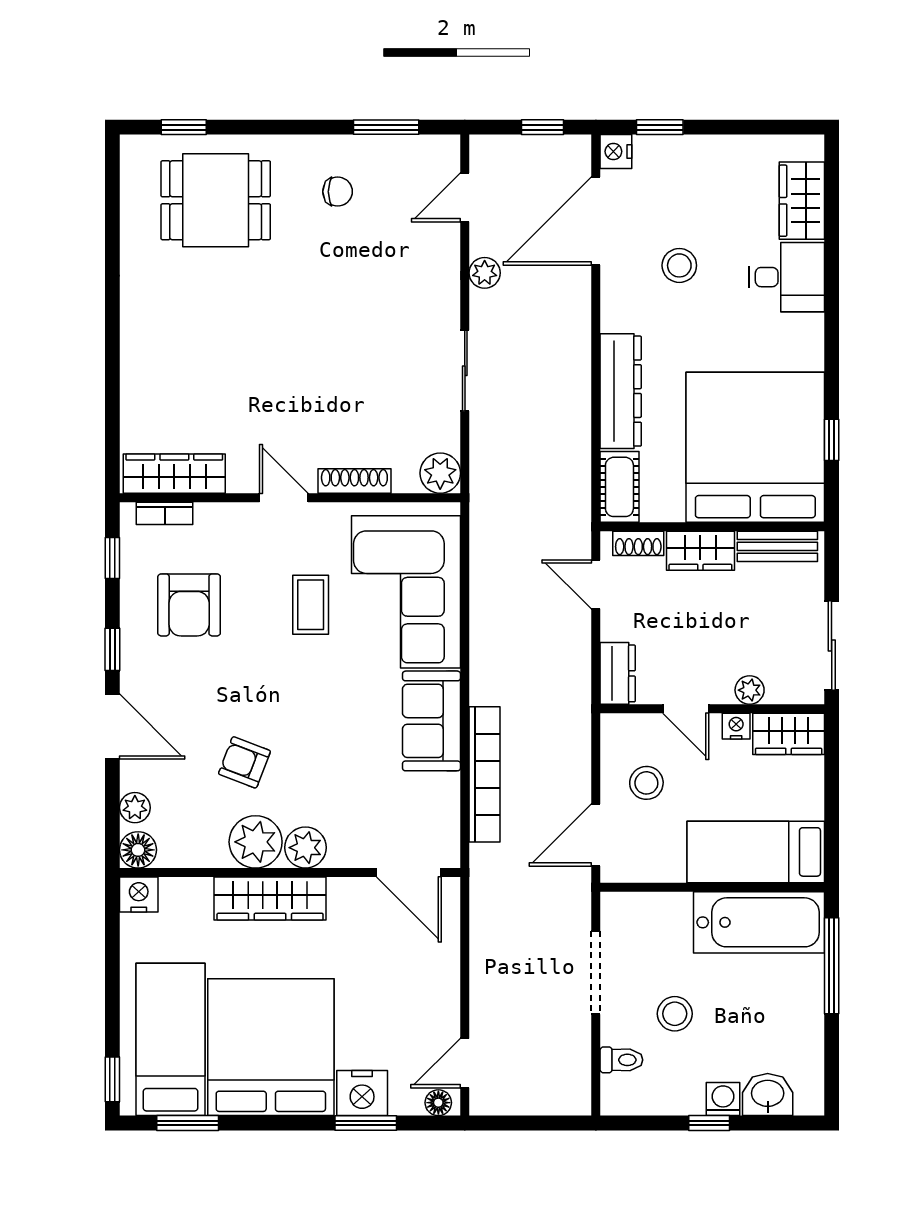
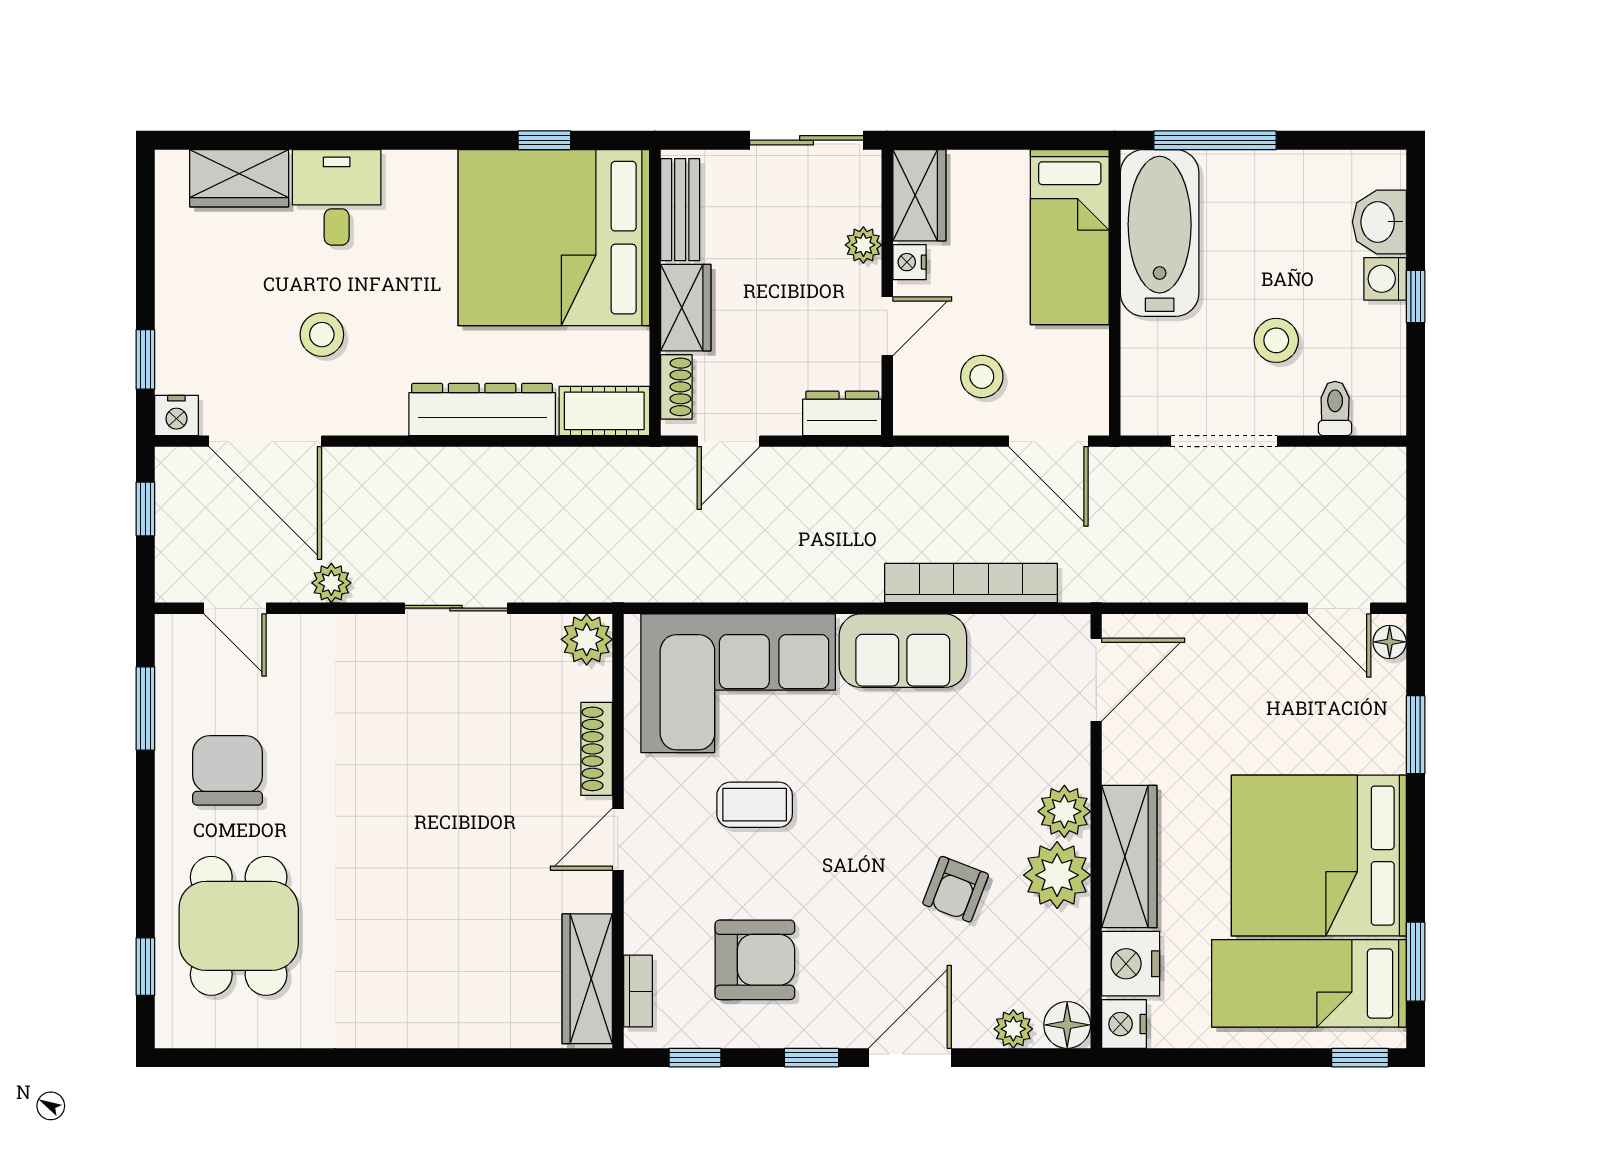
chair: (338, 192) -> (228, 770), width x1.87, depth x1.87
nightstand: (362, 1093) -> (1131, 964), moved, turned 180

